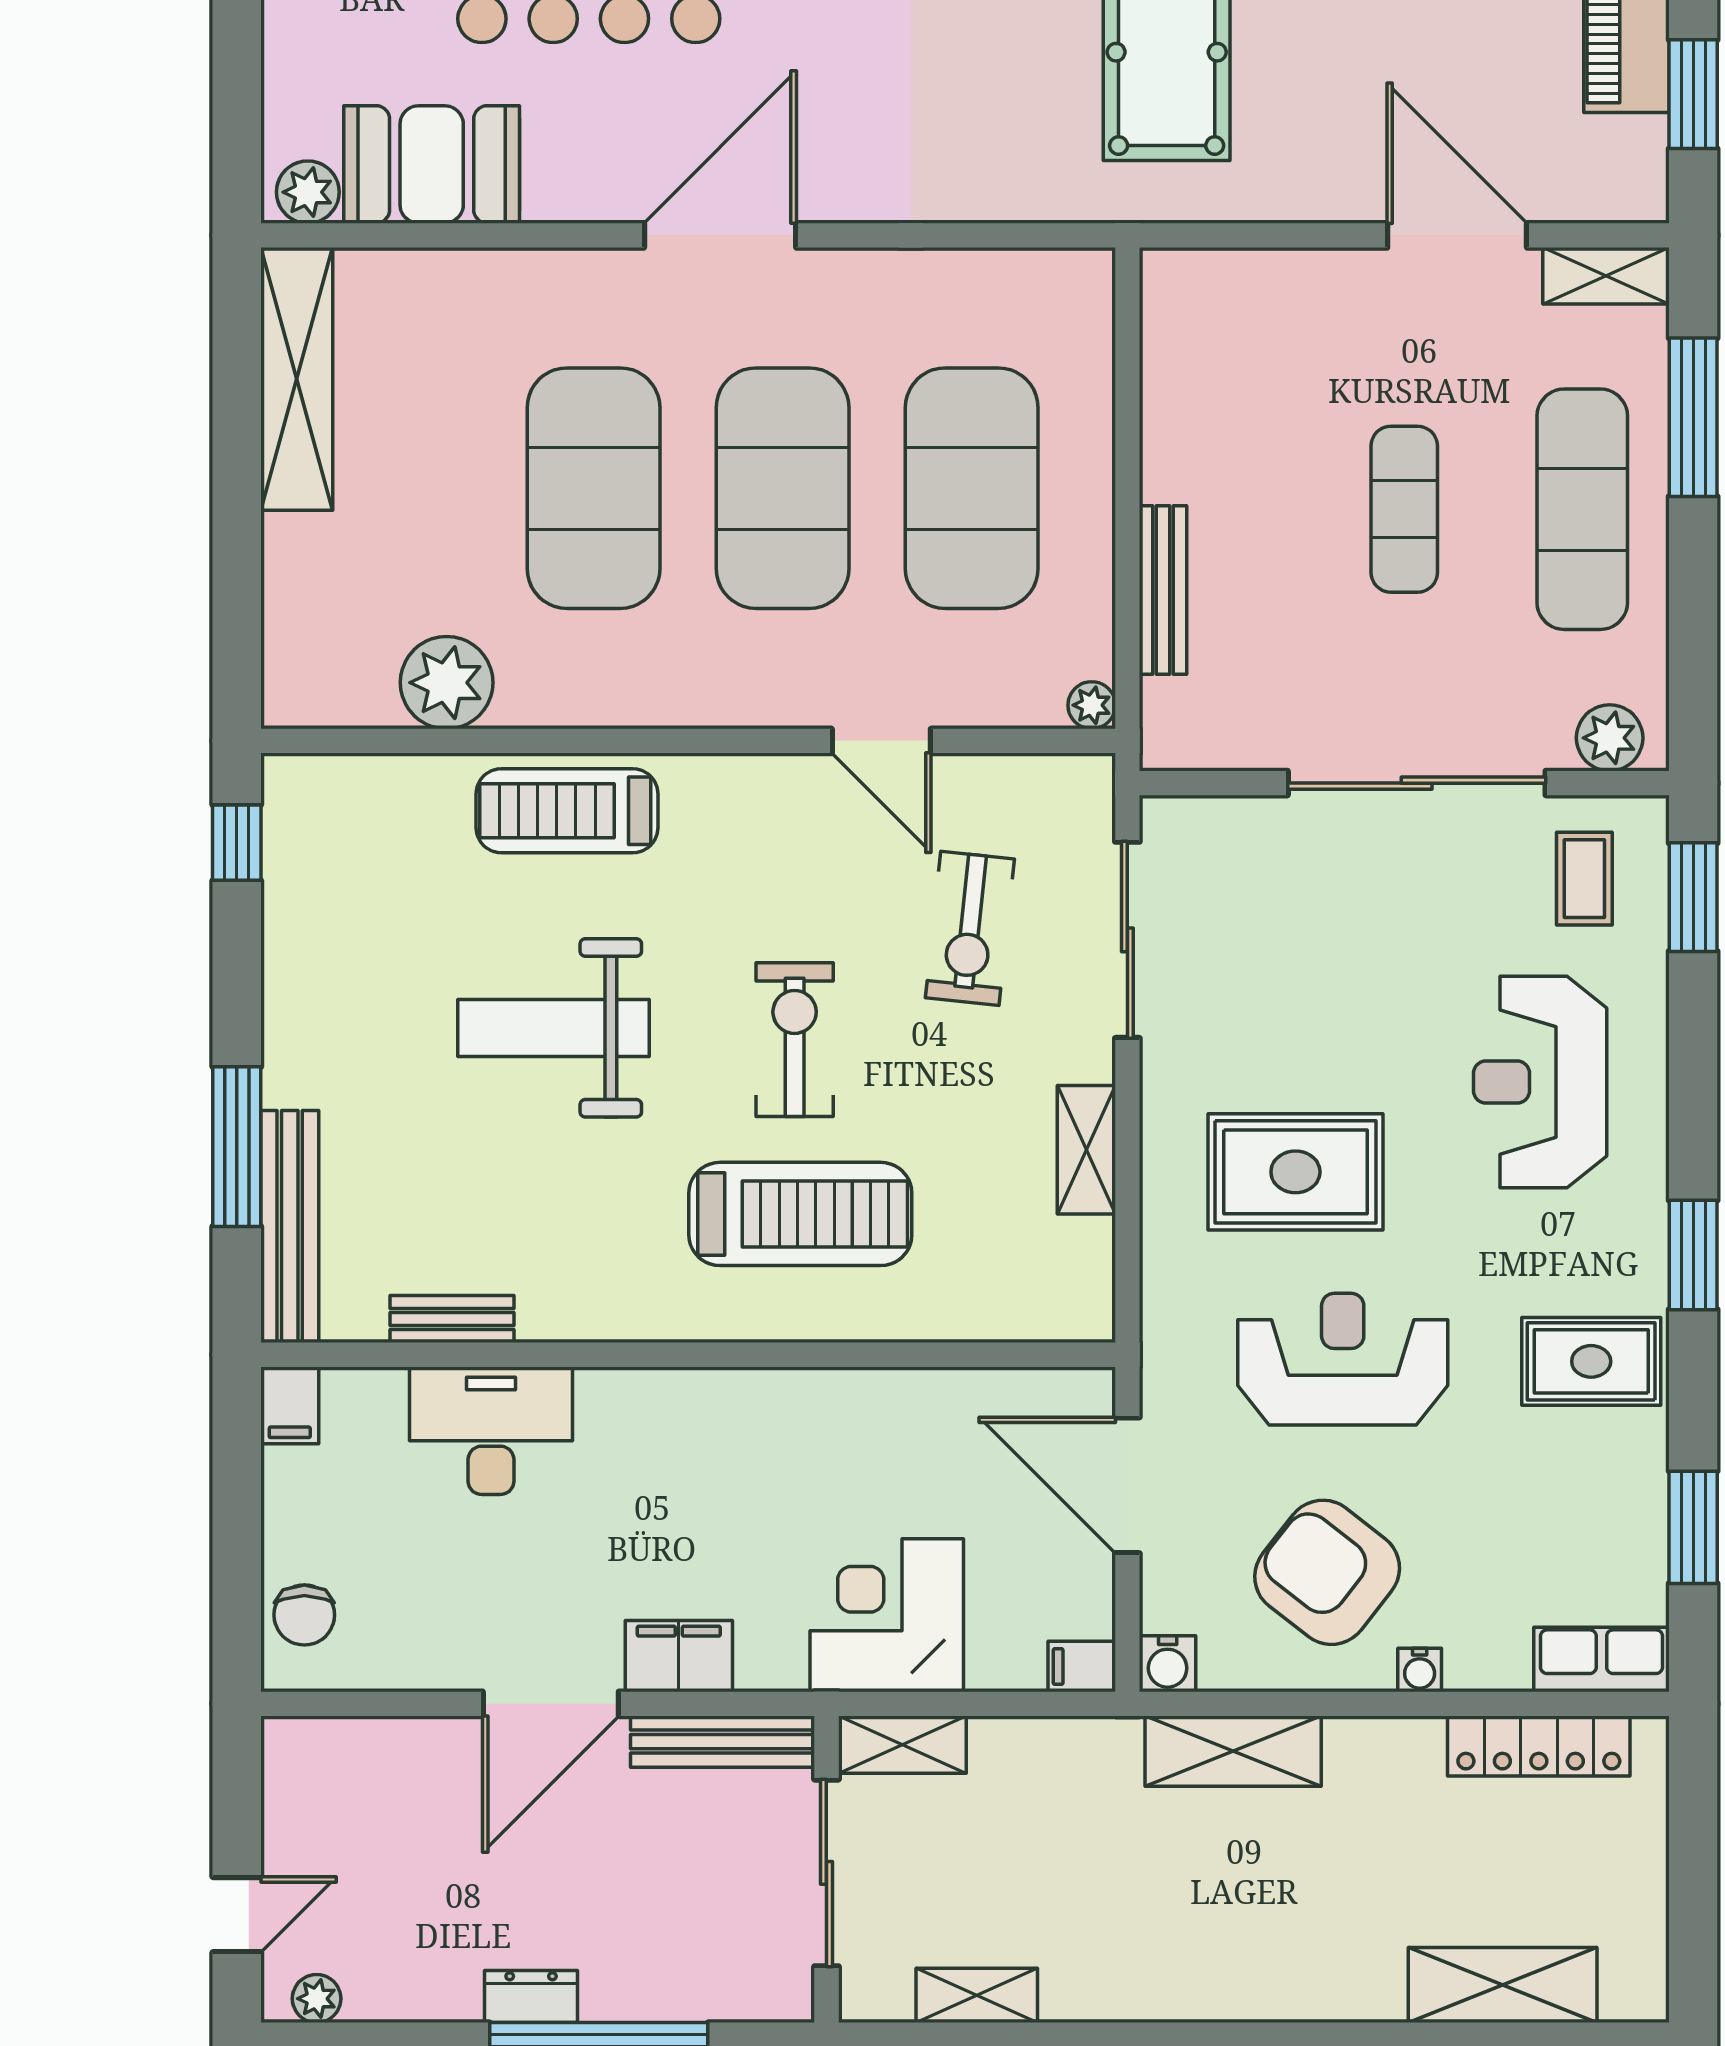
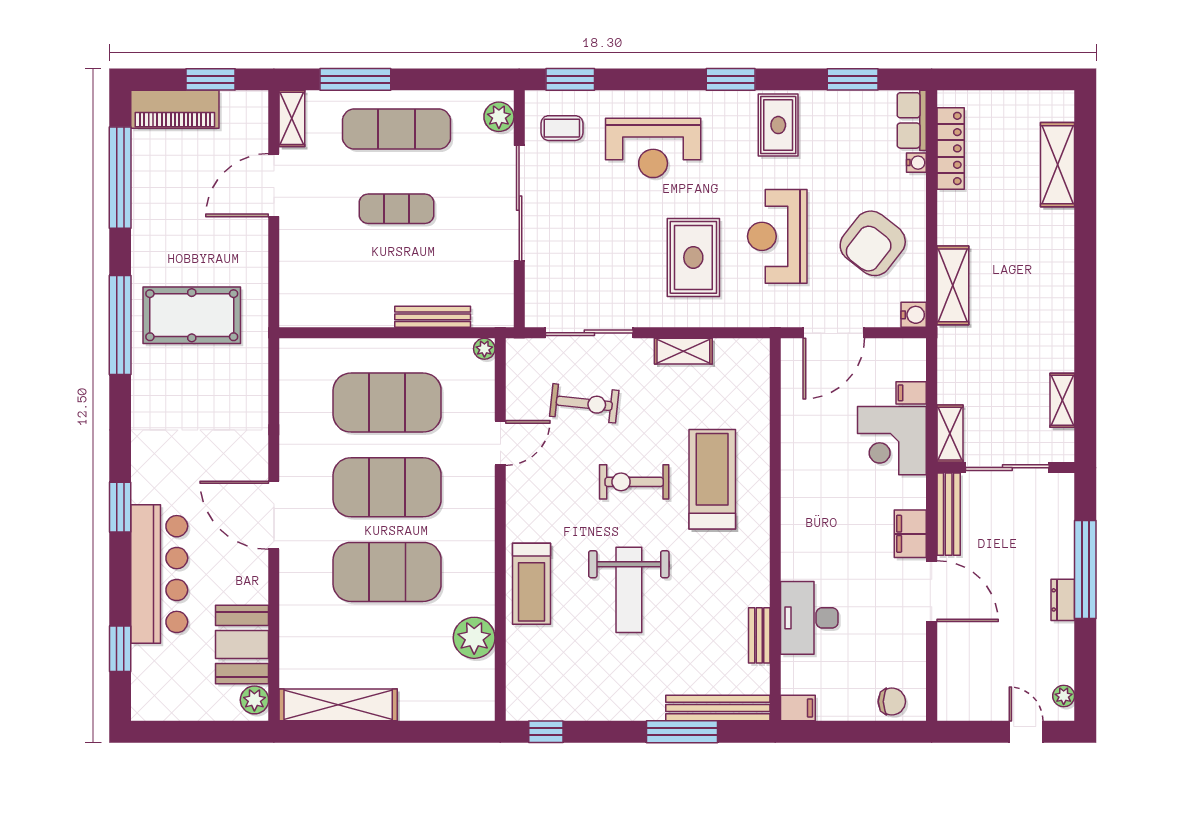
filing cabinet: (1082, 1666) -> (911, 393), moved, turned 90
water cooler: (1420, 1670) -> (916, 163), moved

